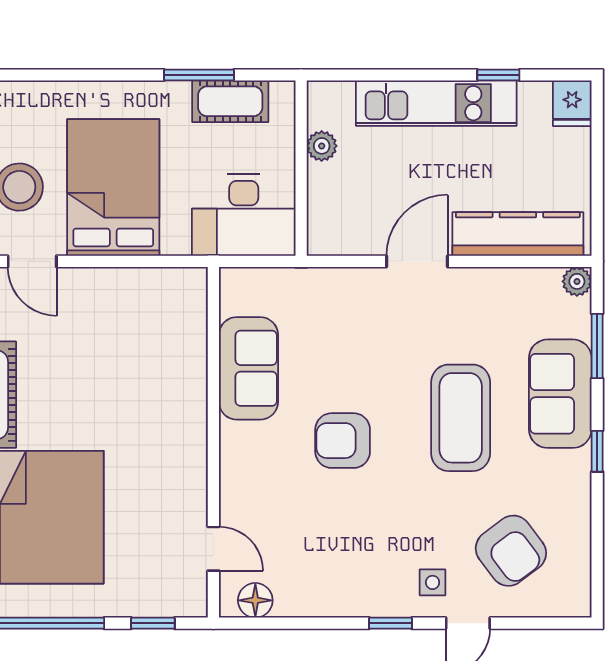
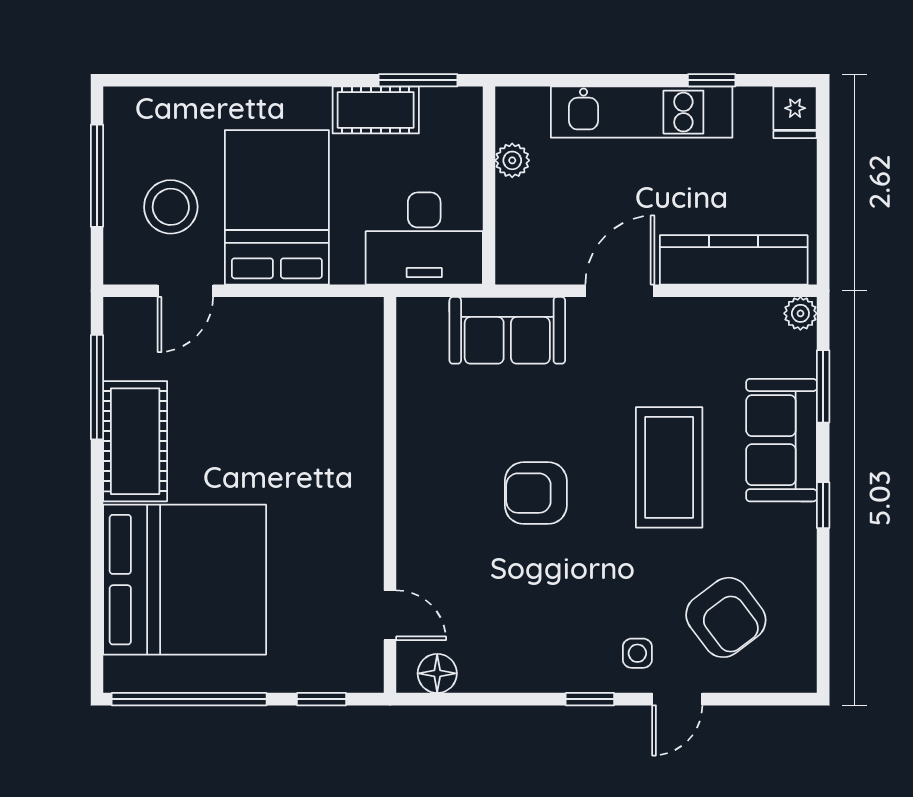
window: (199, 75) -> (418, 80), moved
cot: (230, 101) -> (376, 110), moved
door: (32, 261) -> (185, 291), hinge flipped
sofa: (248, 368) -> (507, 330), moved, turned 90

